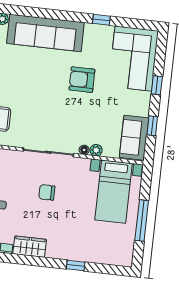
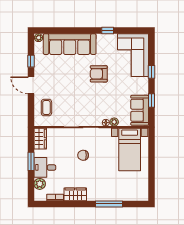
window: (142, 221) -> (151, 167), removed
window: (76, 266) -> (109, 204), width x2.17

